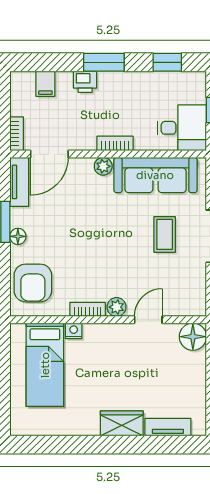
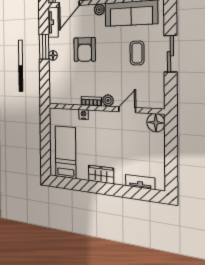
armchair: (33, 283) -> (85, 49), moved
bed: (45, 365) -> (66, 152), moved, turned 180
wardrobe: (122, 423) -> (101, 174), moved

